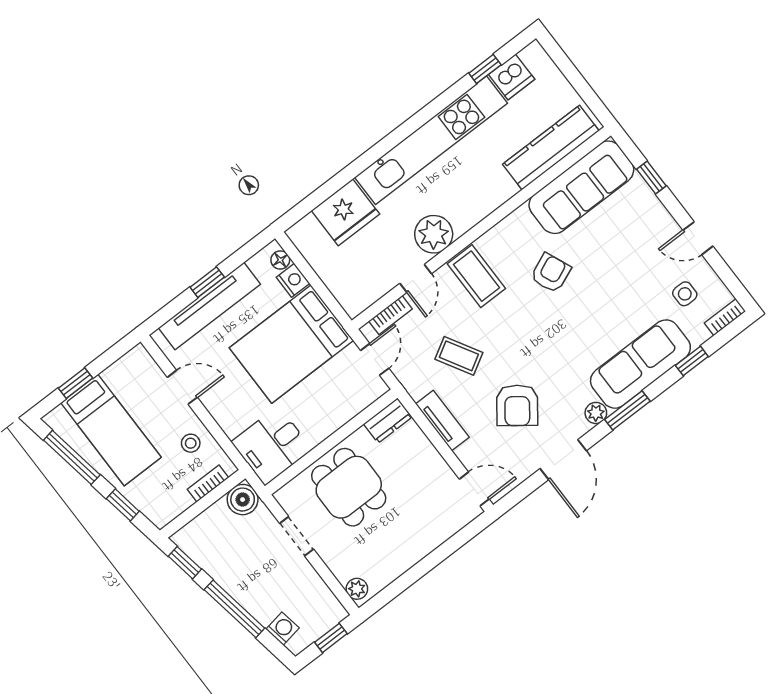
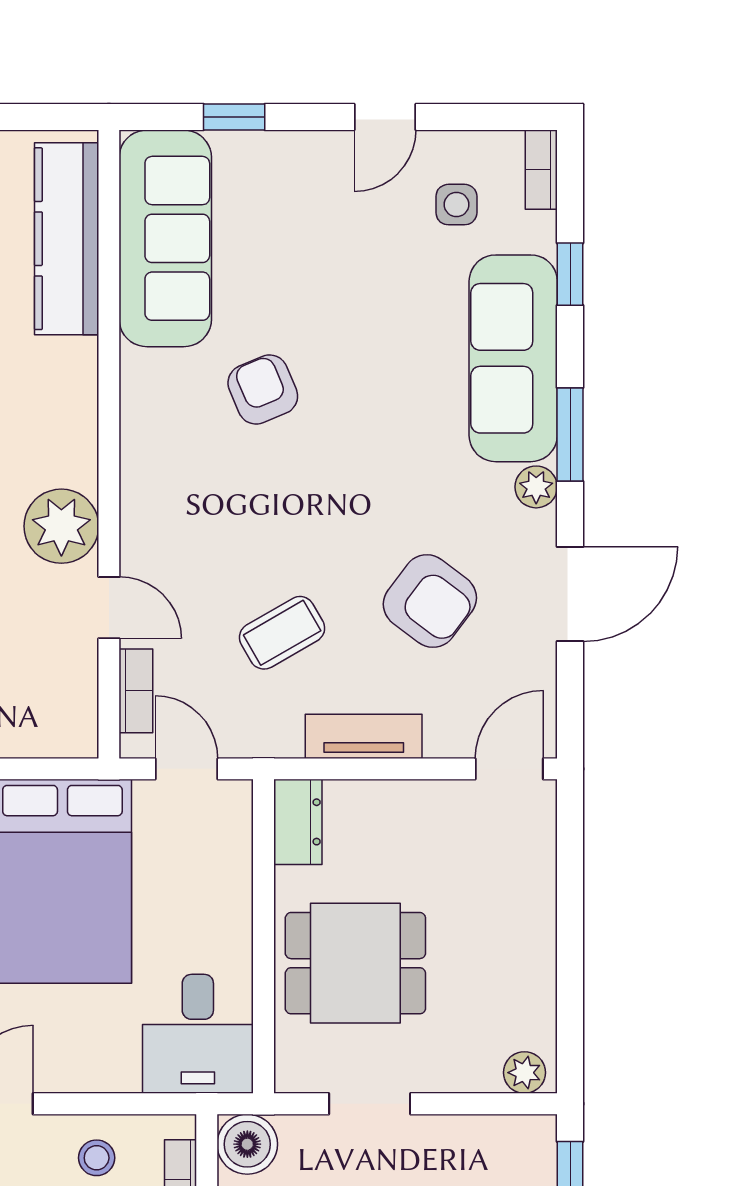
coffee table: (476, 276) -> (178, 510), removed
door: (563, 460) -> (570, 594), hinge flipped

